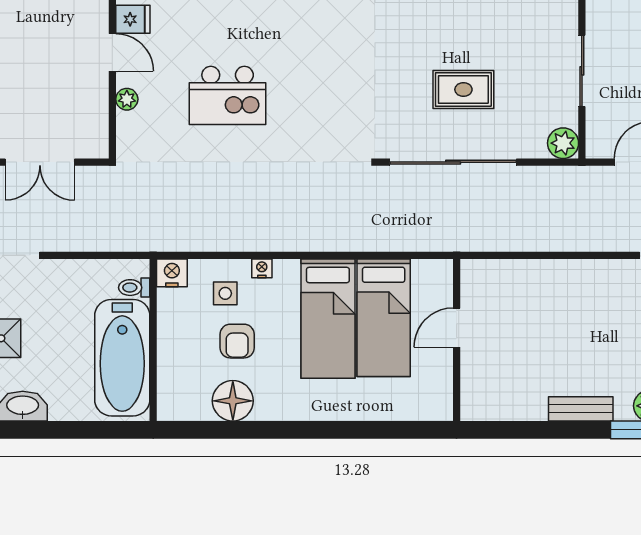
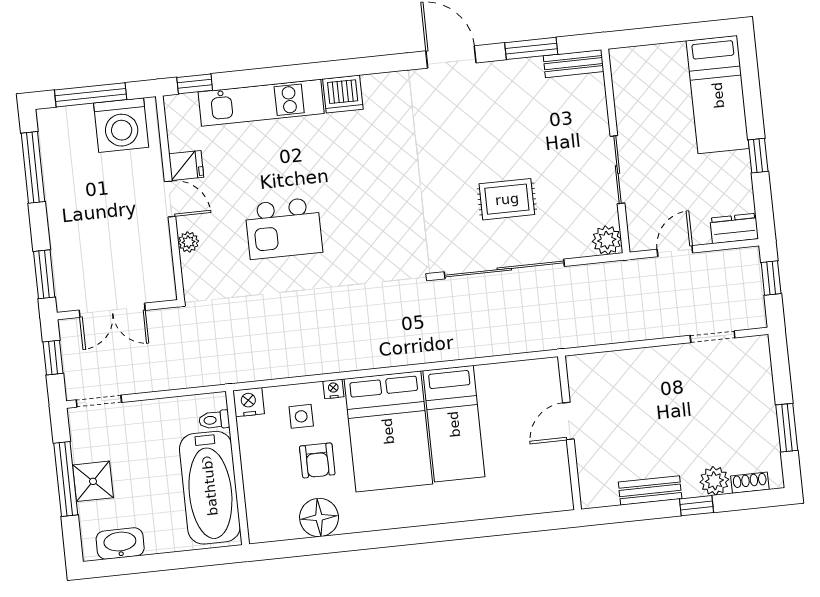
bed: (328, 319) -> (388, 431), width x1.50
door: (457, 328) -> (568, 421), moved
wall: (457, 340) -> (570, 433), moved

